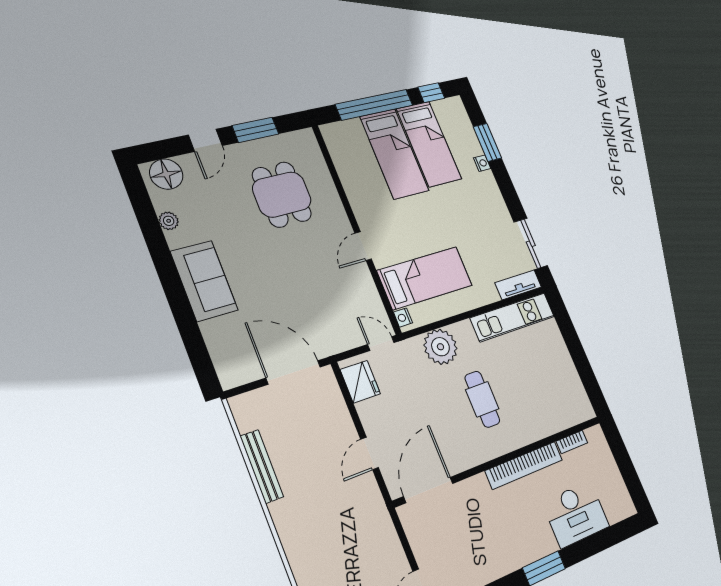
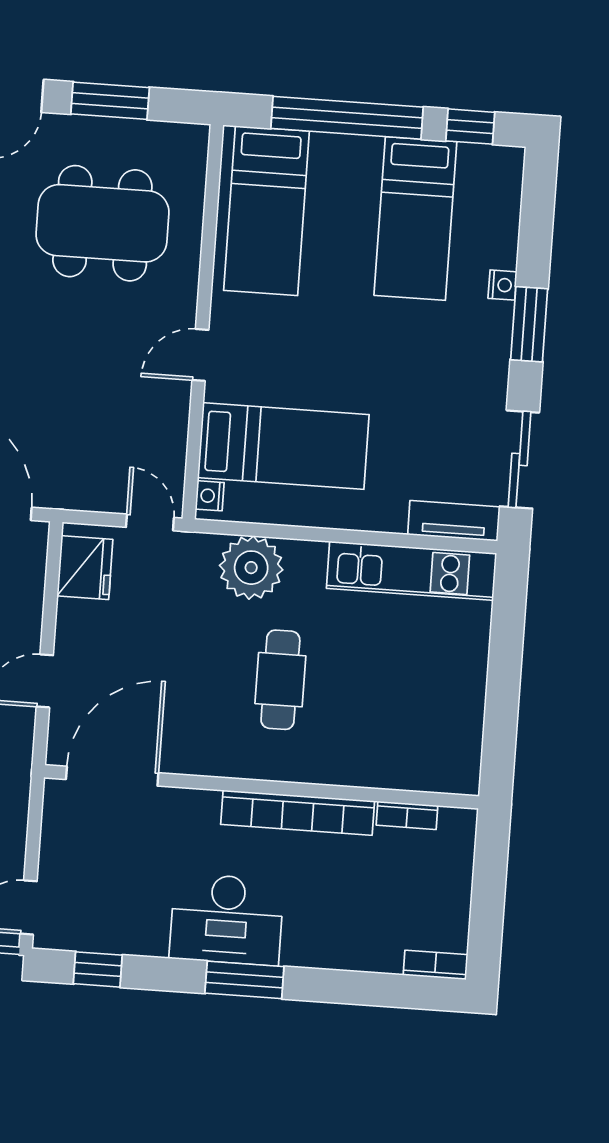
window: (487, 142) -> (529, 324), moved
bed: (394, 154) -> (267, 211), moved
dining table: (282, 194) -> (102, 223), width x1.38
bookcase: (622, 513) -> (436, 965), added
desk: (576, 514) -> (227, 919), moved

